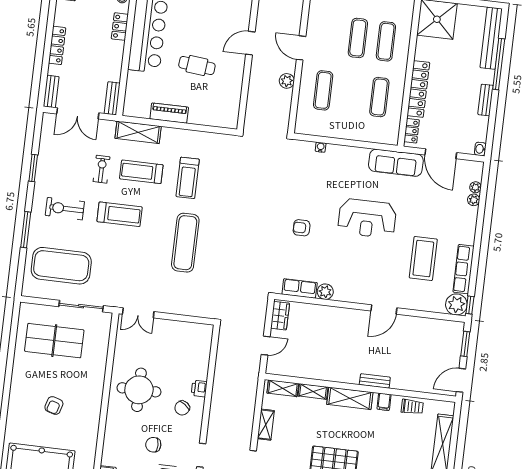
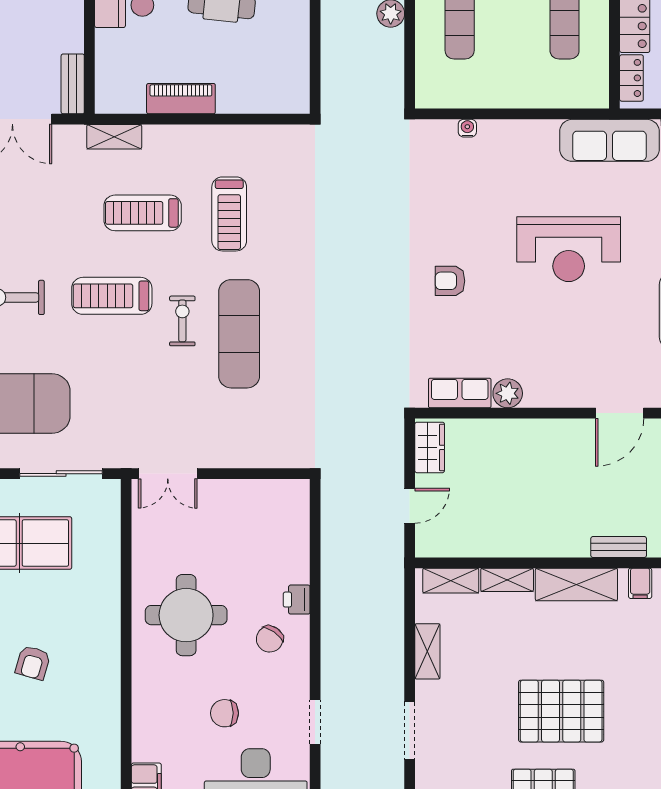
shelving: (138, 132) -> (114, 137), width x0.67, depth x0.75
exercise bike: (102, 169) -> (182, 321), moved
treadmill: (120, 214) -> (112, 296), turned 180

